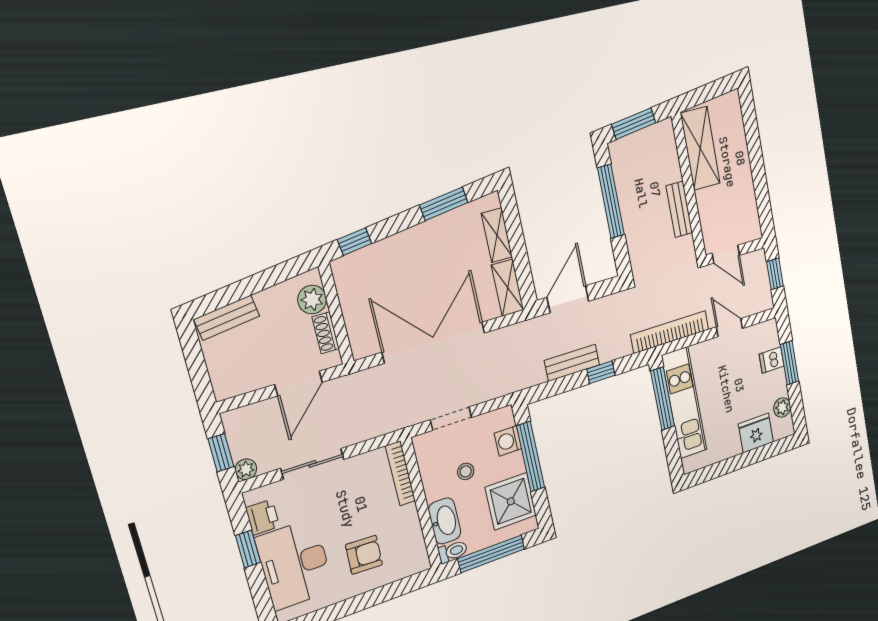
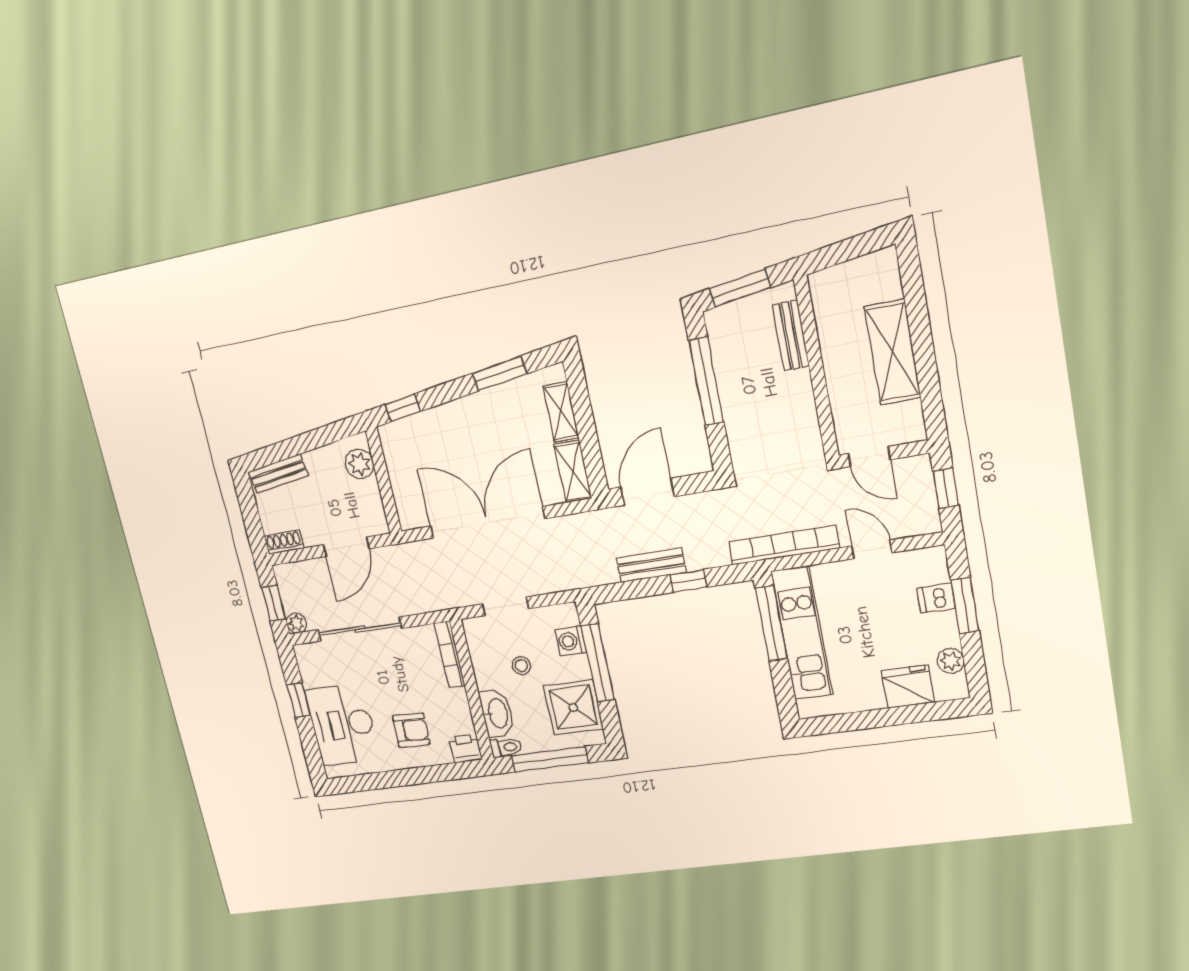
shelving: (700, 148) -> (893, 352), moved
bench: (679, 209) -> (791, 335), moved
shoe rack: (326, 333) -> (284, 542), moved, turned 90
sliding door: (312, 464) -> (360, 629), width x1.37
printer: (263, 517) -> (465, 748), moved, turned -90

